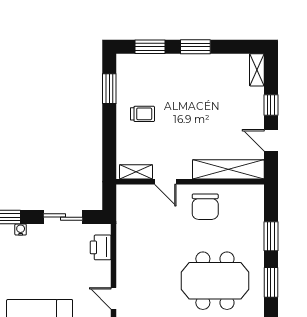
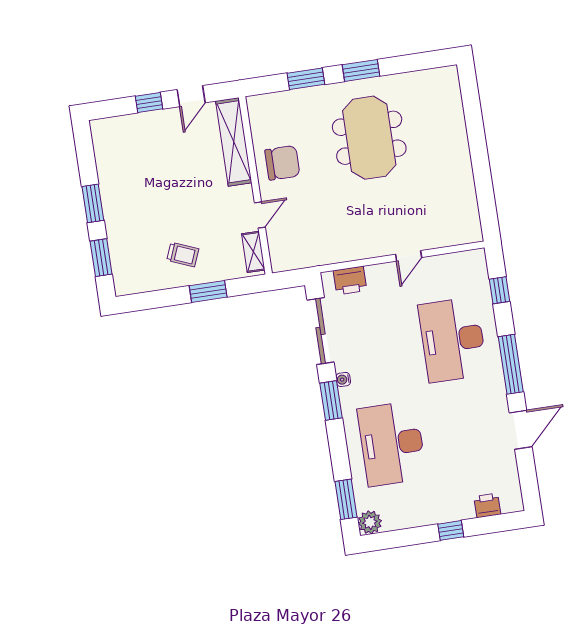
shelving: (257, 70) -> (109, 126), removed
window: (109, 89) -> (208, 291), moved
trolley: (143, 114) -> (183, 255), turned 112
sliding door: (63, 217) -> (321, 331), width x1.37

